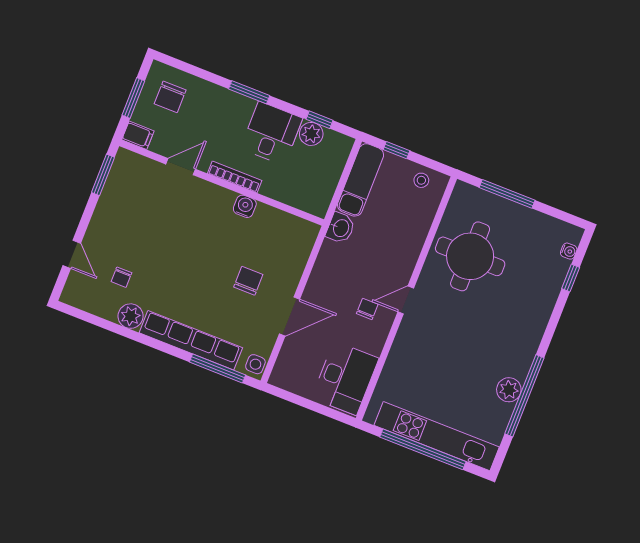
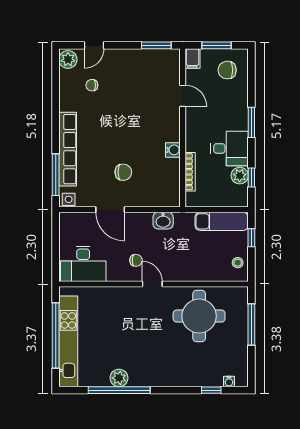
bookcase: (235, 177) -> (190, 172), moved
washbasin: (340, 228) -> (163, 221), moved
plant: (131, 316) -> (68, 59), moved

